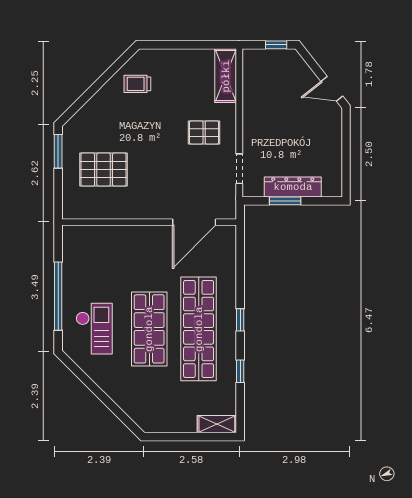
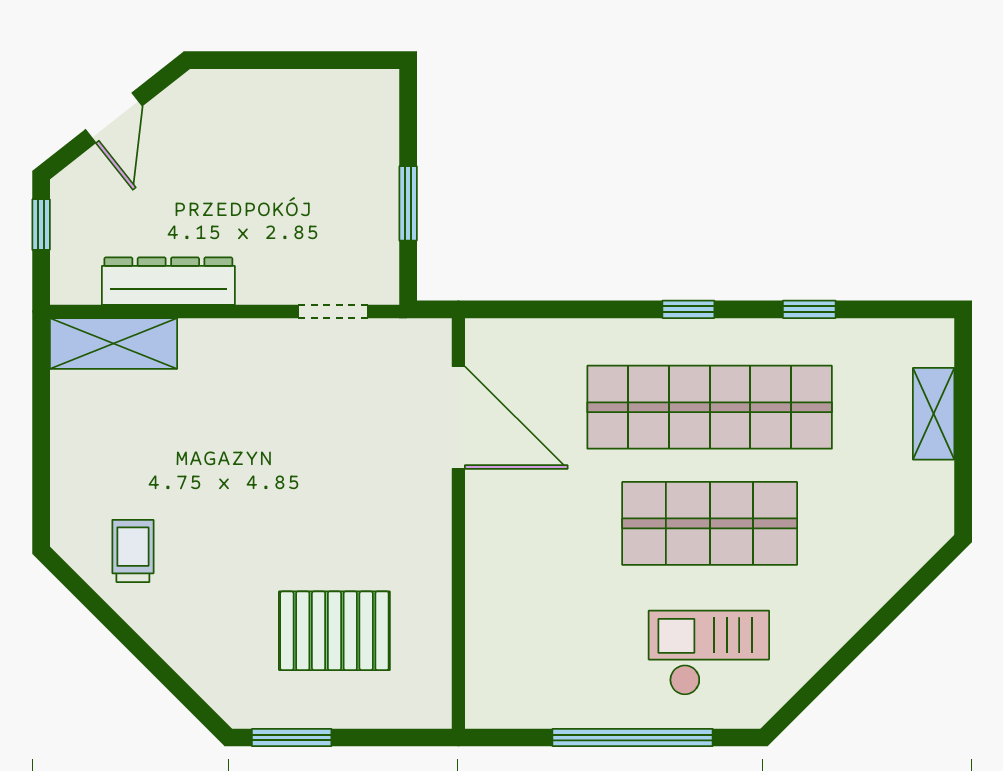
trolley: (137, 84) -> (133, 551), turned 180
door: (332, 89) -> (114, 118), moved
pallet: (204, 132) -> (247, 394), removed
pallet: (104, 169) -> (334, 631), turned 90
dresser: (293, 187) -> (168, 281), moved, turned 90
shelving: (217, 424) -> (934, 414), moved

